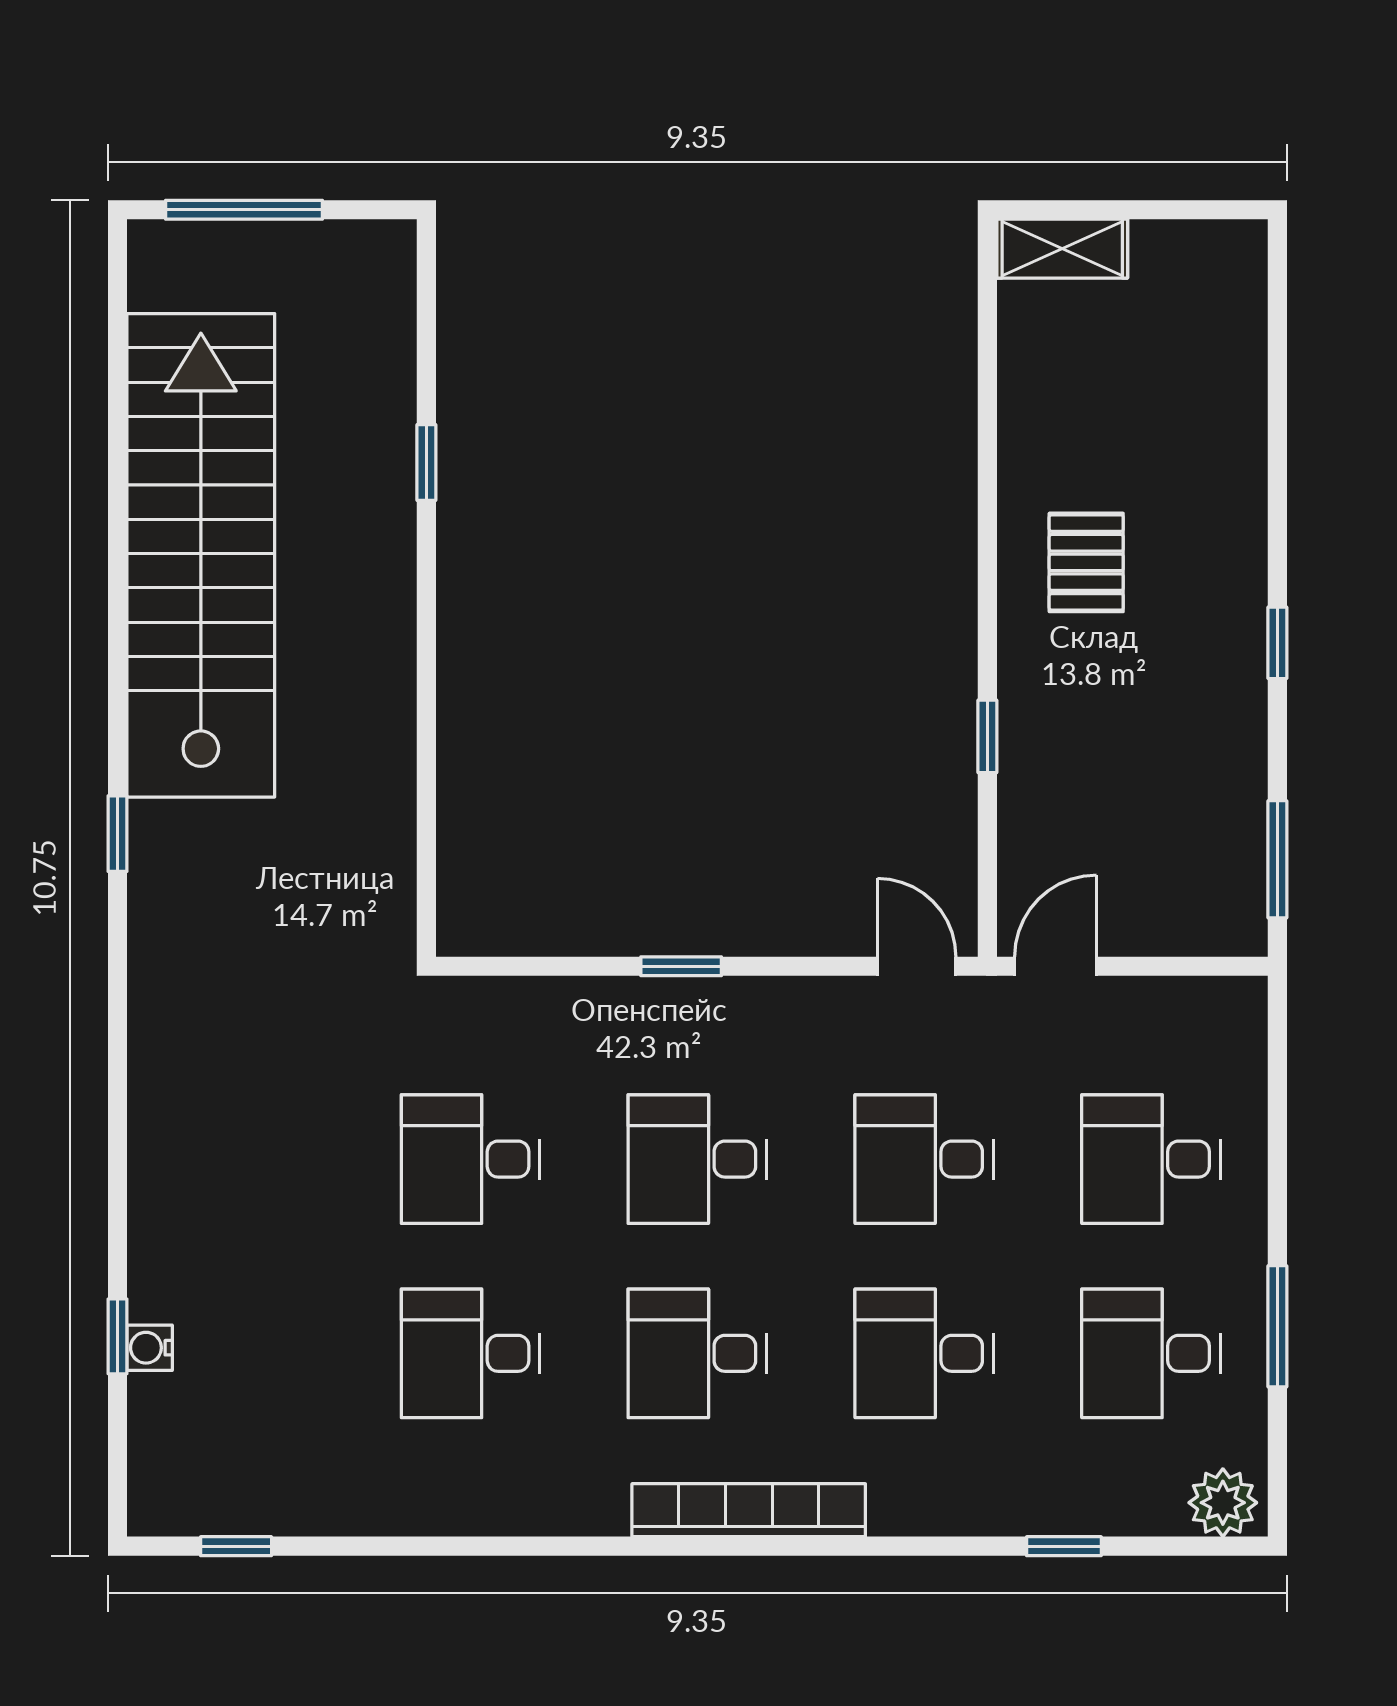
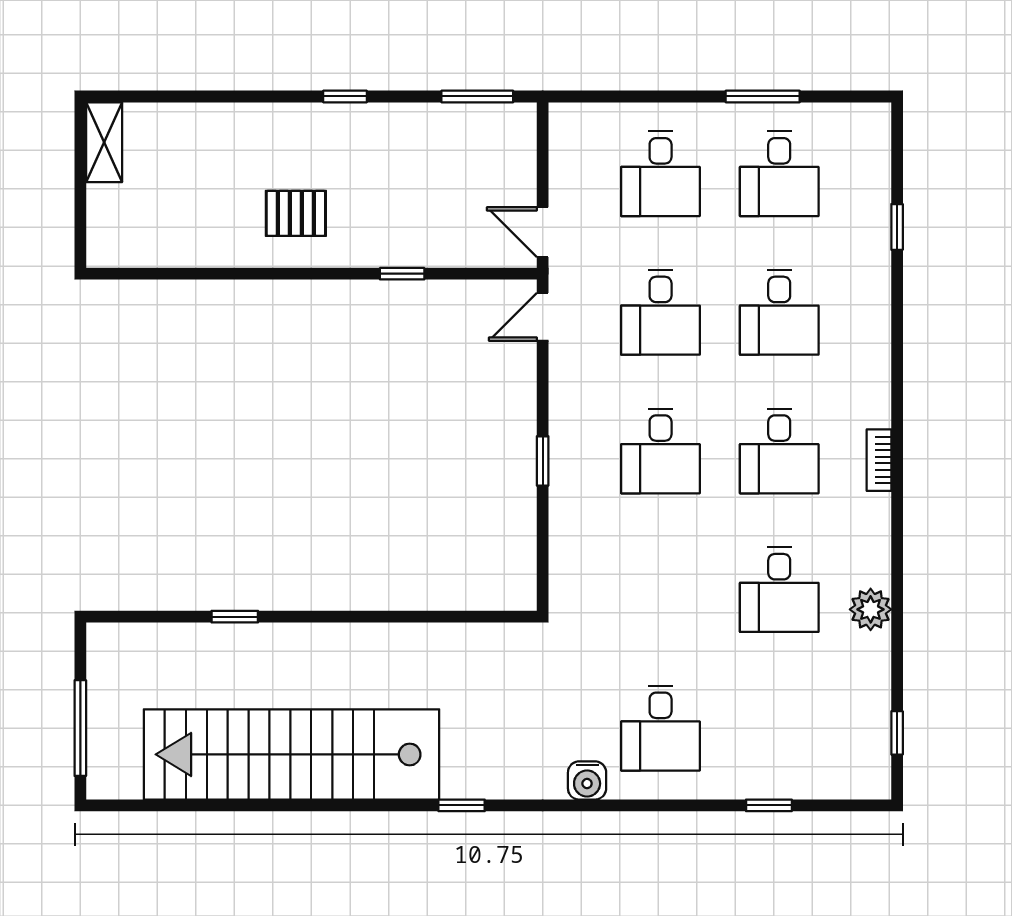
shelving: (1062, 249) -> (104, 142), moved
desk: (471, 1159) -> (661, 728), moved
water cooler: (150, 1348) -> (587, 780), moved, width x1.38, depth x1.38
plant: (1223, 1503) -> (871, 609), moved
bookcase: (749, 1510) -> (879, 460), width x0.43, depth x0.76

